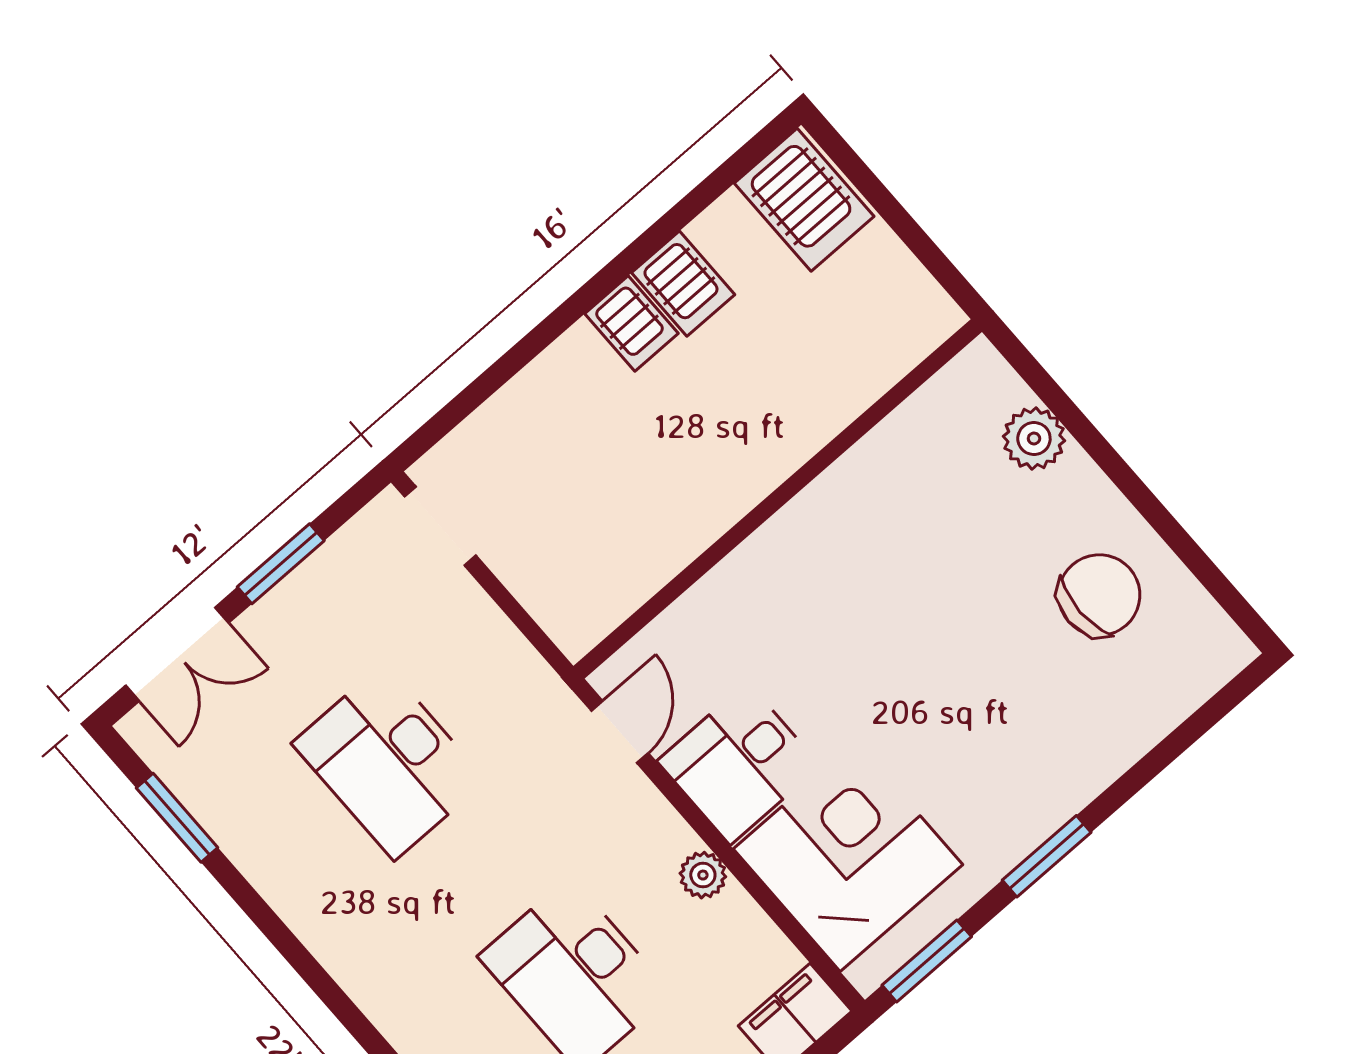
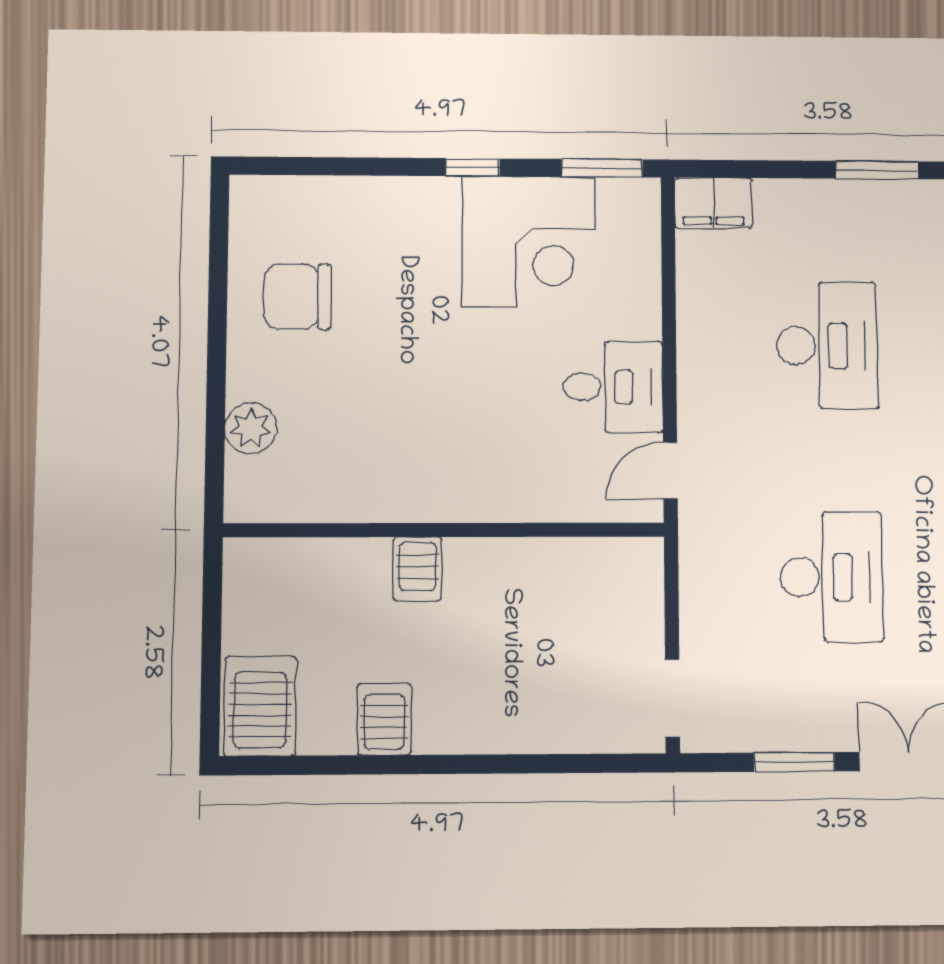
server rack: (632, 323) -> (418, 569), moved, turned 180
window: (1047, 856) -> (473, 167), width x0.67
corner desk: (848, 857) -> (529, 242), moved, turned -90
plant: (703, 875) -> (695, 338), removed

